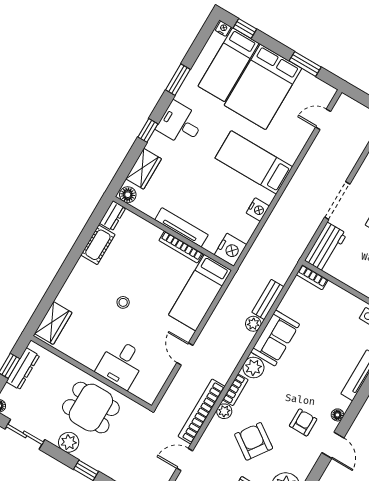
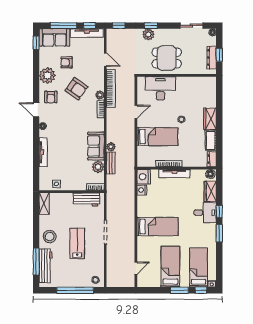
window: (305, 64) -> (179, 290), moved
window: (178, 80) -> (219, 233), moved
bed: (263, 87) -> (170, 267), width x0.67
desk: (180, 124) -> (205, 213), moved
nightstand: (258, 210) -> (142, 190), moved
workbench: (326, 247) -> (87, 199), moved, turned -90
bed: (200, 293) -> (157, 137), moved, turned 90
wardrobe: (53, 323) -> (210, 119), moved
door: (185, 354) -> (136, 112), hinge flipped
desk: (121, 364) -> (160, 88), width x1.37
plant: (253, 367) -> (98, 167), moved
armchair: (303, 422) -> (51, 97), moved
plant: (69, 442) -> (148, 34), moved
door: (185, 459) -> (105, 60), hinge flipped

